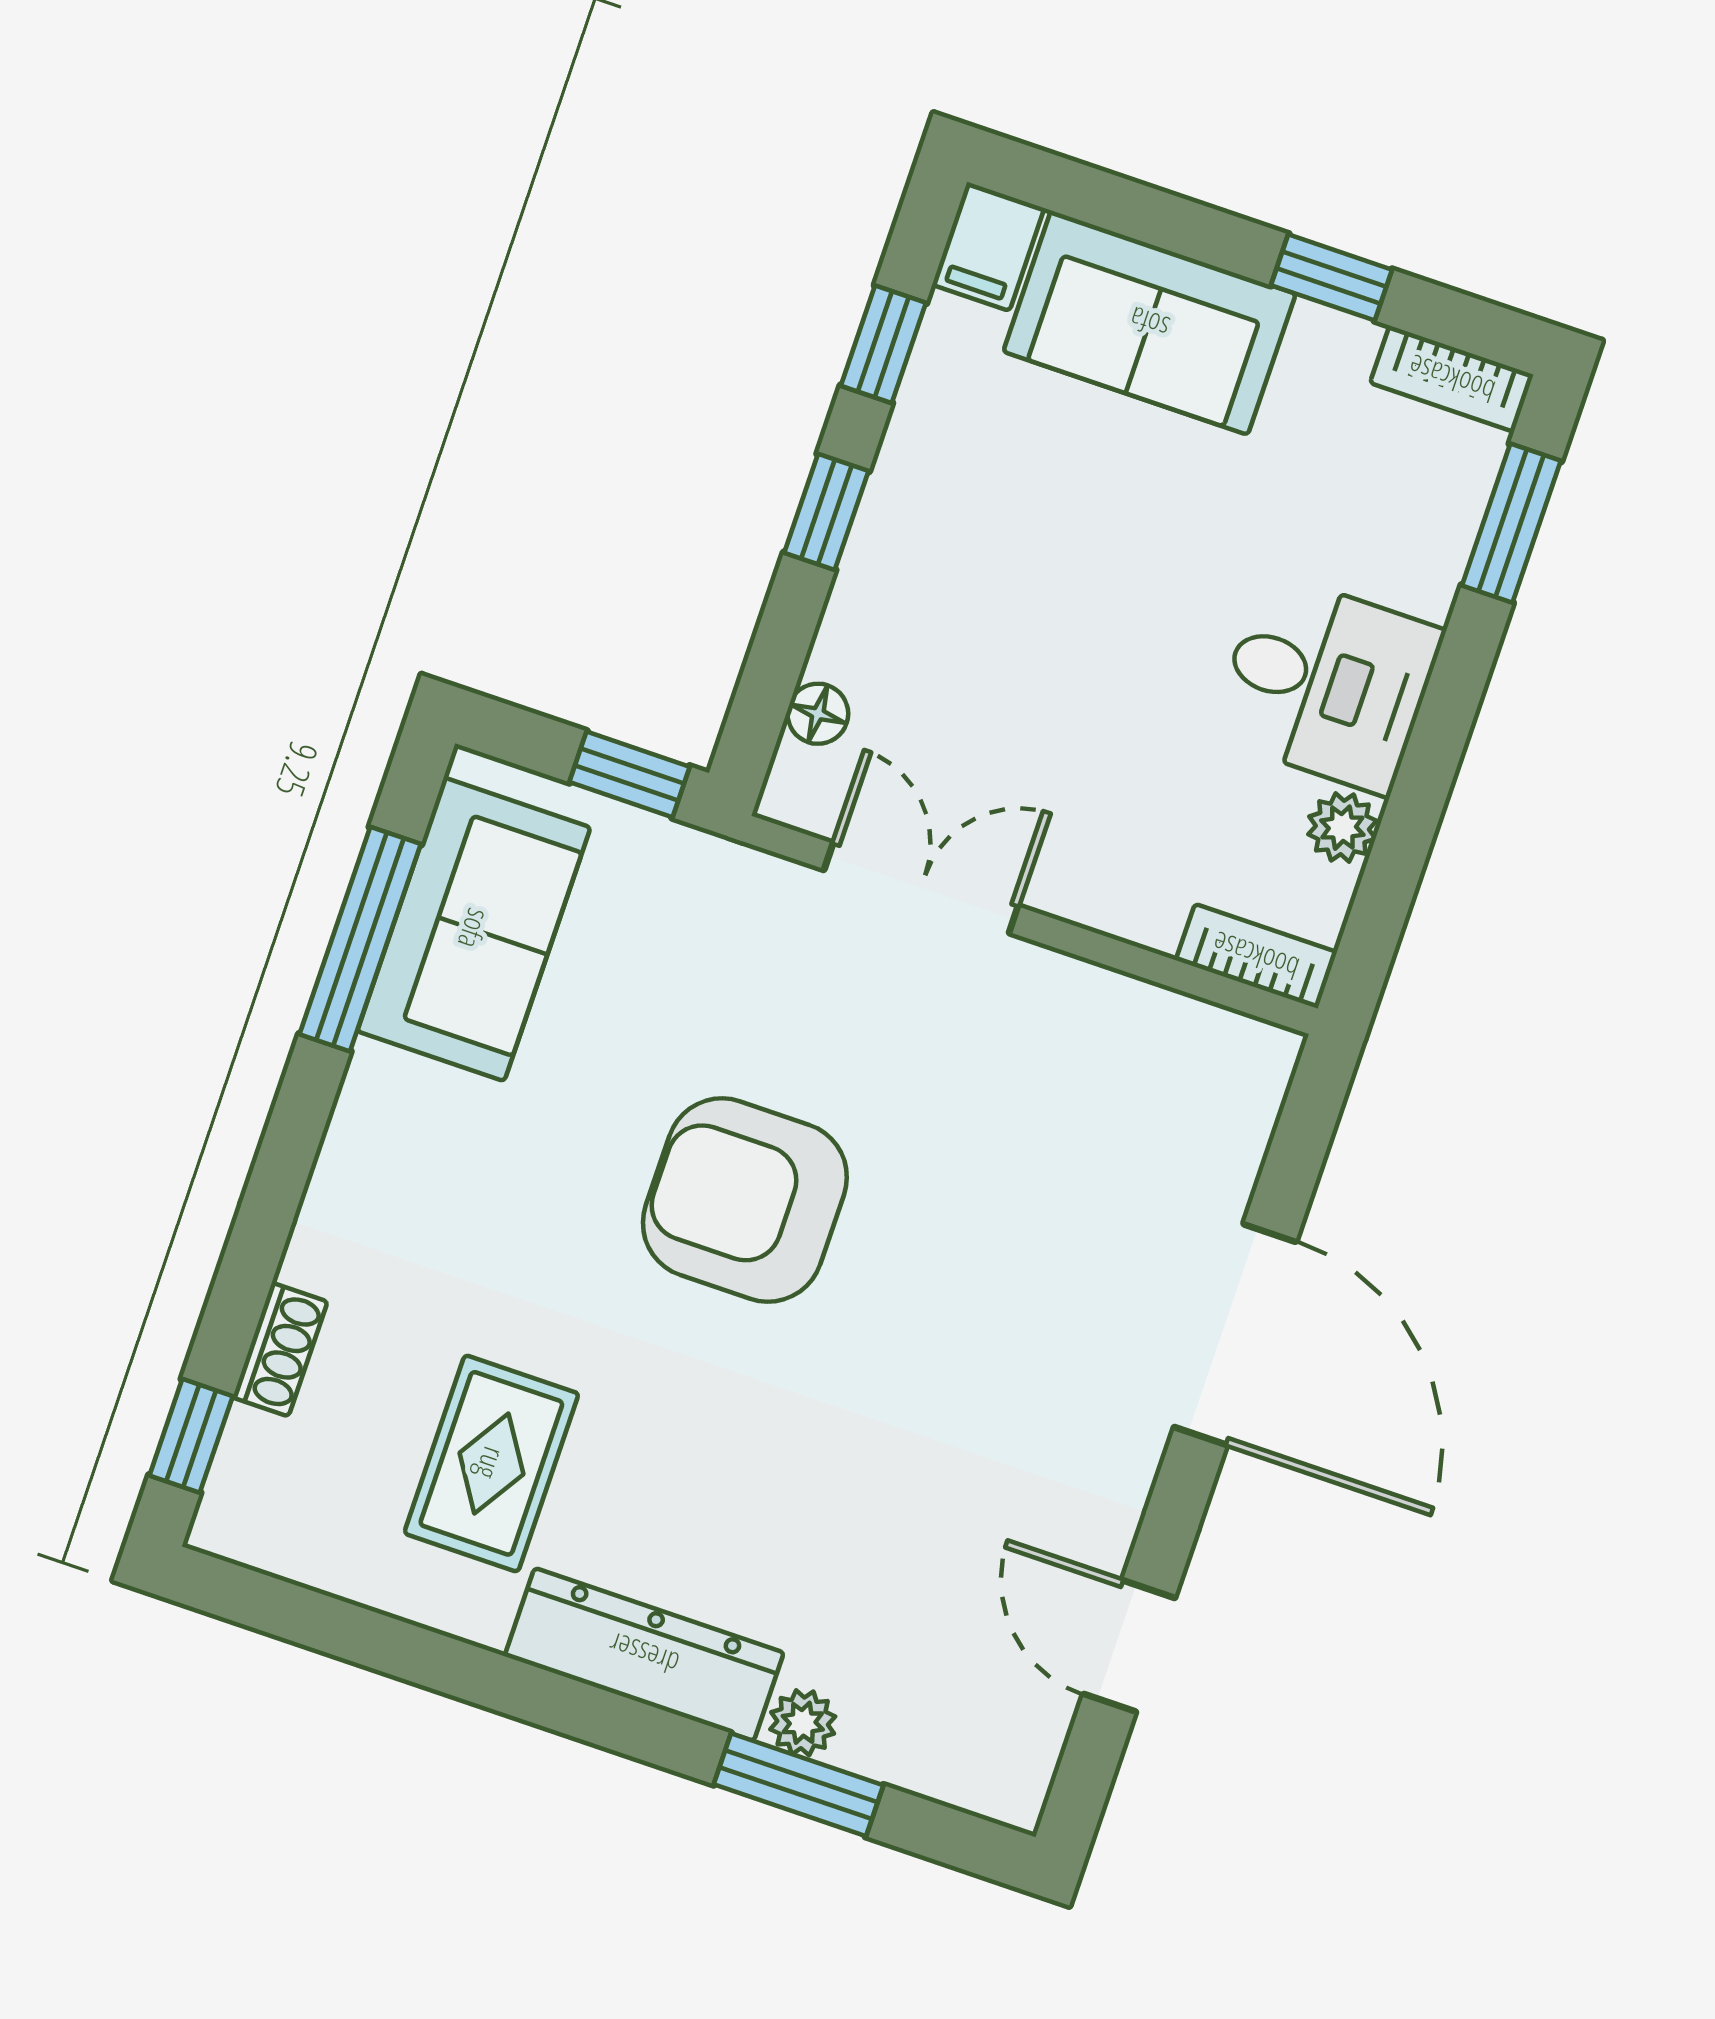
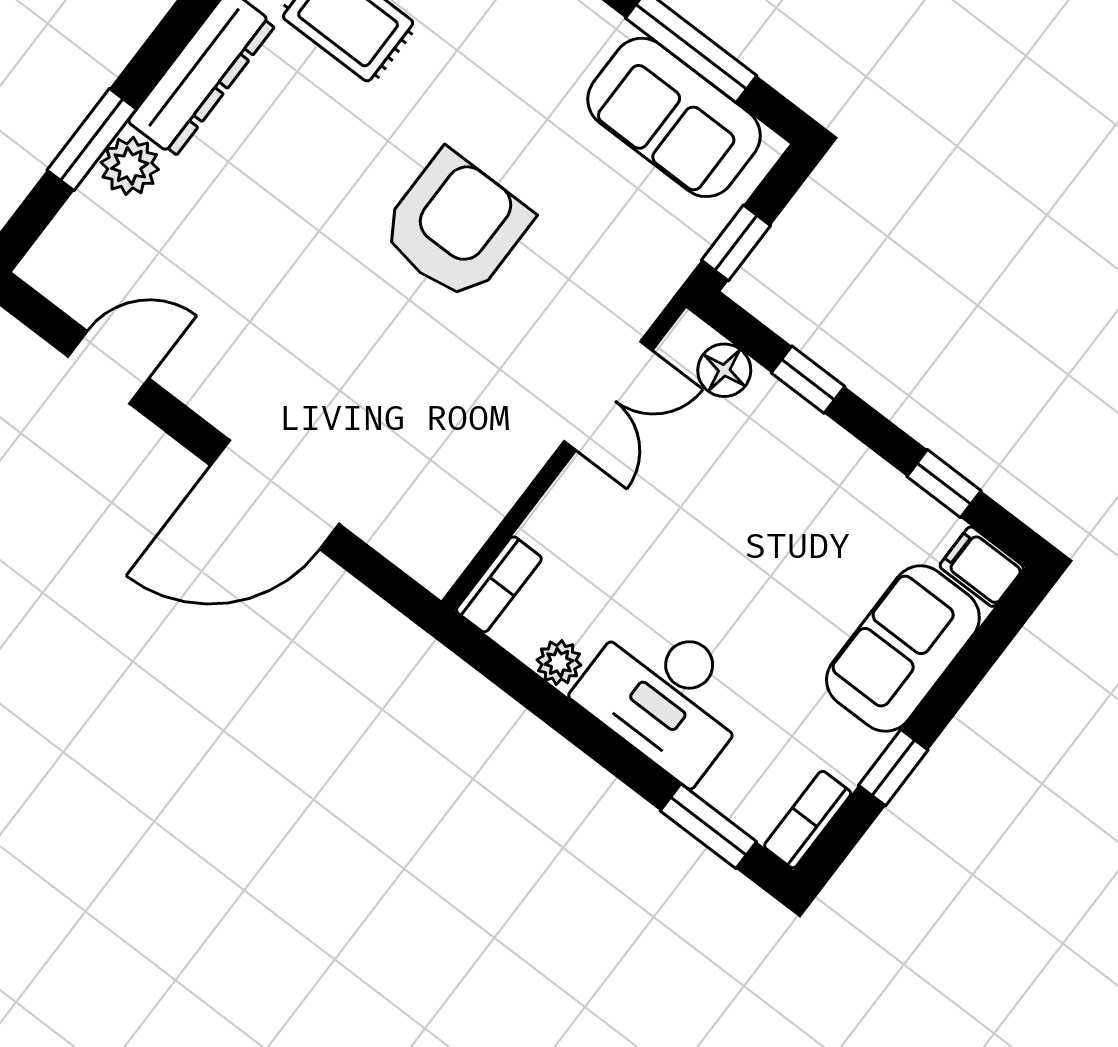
window: (826, 512) -> (808, 380), moved
desk: (1327, 683) -> (666, 695), width x1.37
floor lamp: (818, 714) -> (724, 370), width x1.37, depth x1.37
plant: (803, 1723) -> (130, 166), width x1.38, depth x1.38

